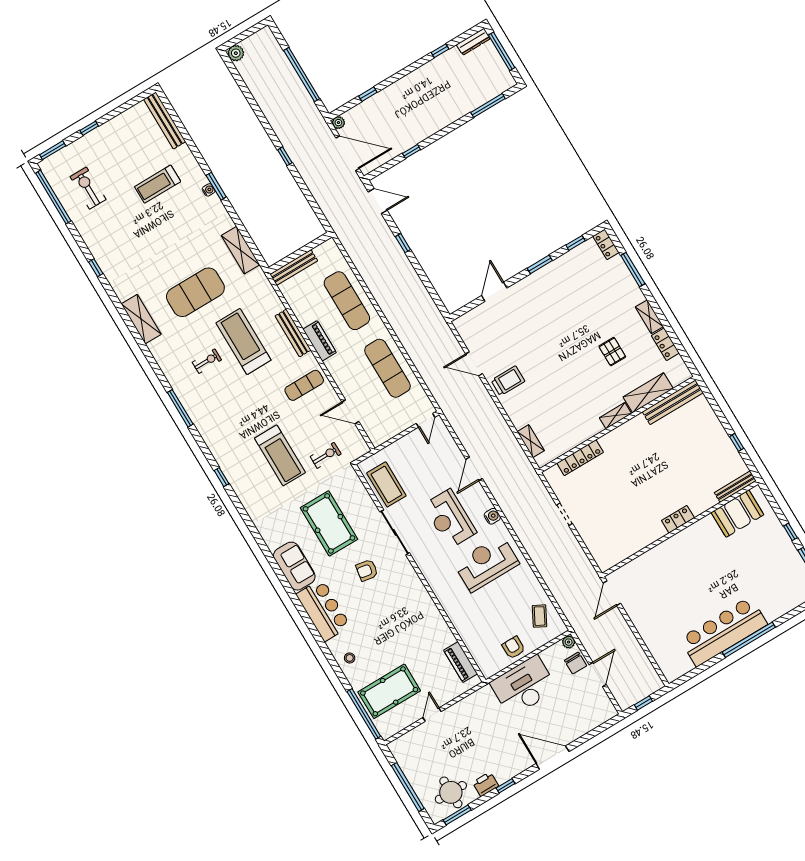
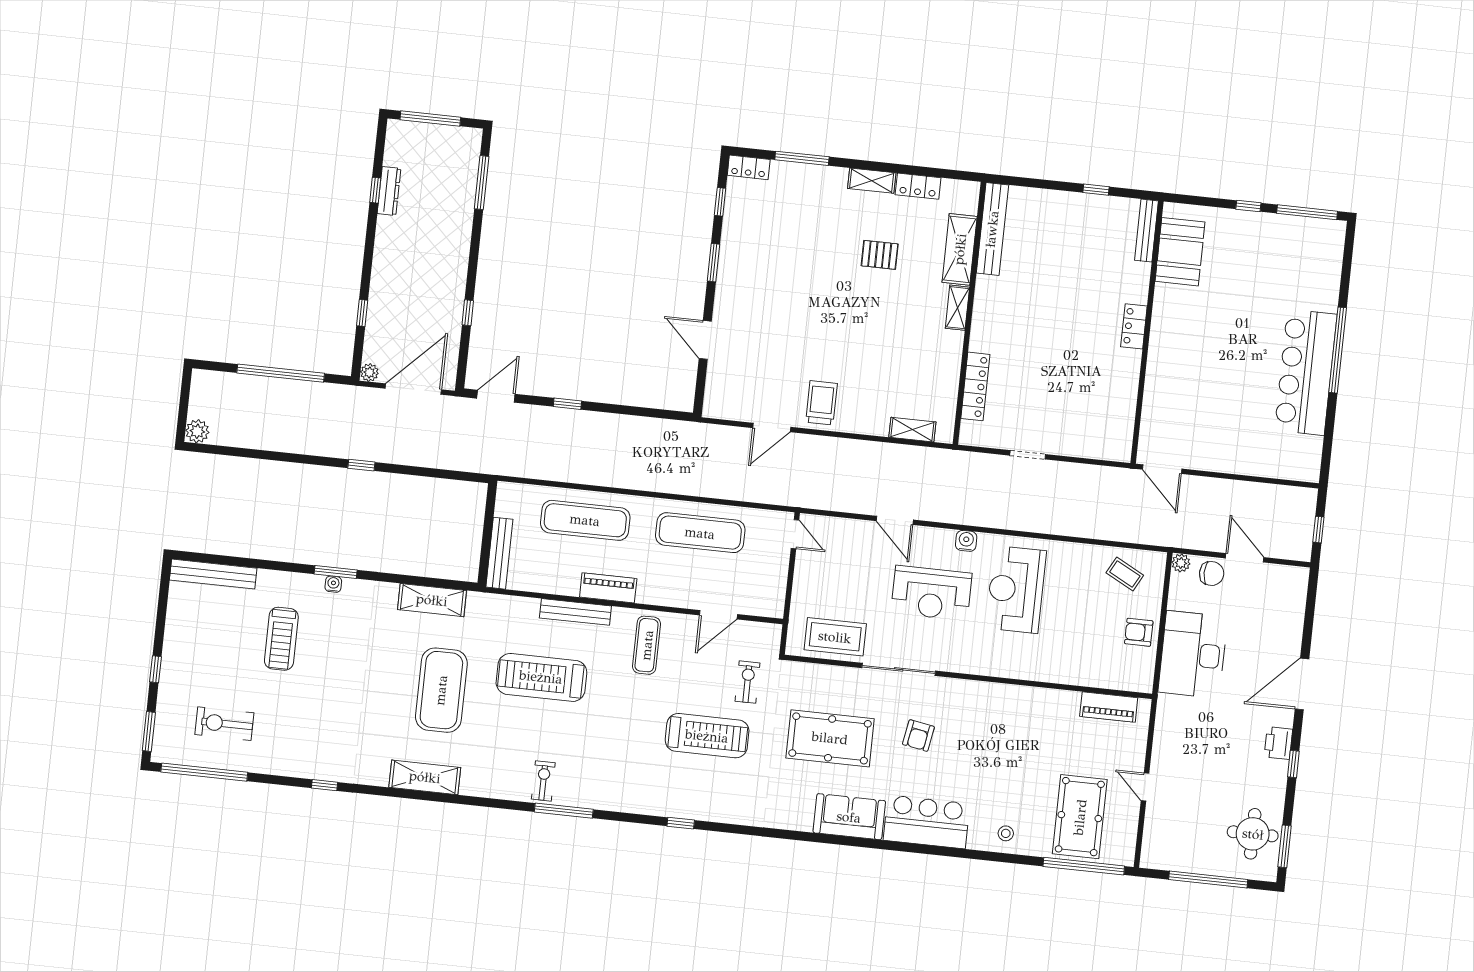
dresser: (473, 42) -> (389, 191), moved
exercise bike: (207, 361) -> (543, 781), moved
printer: (486, 784) -> (1278, 743), moved

